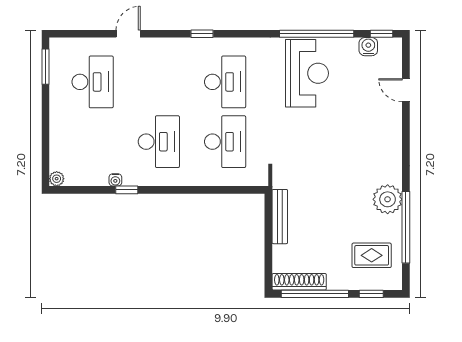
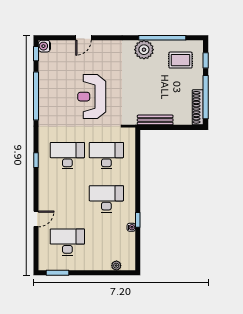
door: (128, 34) -> (36, 219), swing flipped
window: (202, 34) -> (36, 160), moved
water cooler: (368, 47) -> (44, 46), moved
reception desk: (307, 73) -> (92, 97), moved, turned -90
door: (406, 90) -> (83, 38), moved
plant: (57, 179) -> (116, 266), moved
rug: (372, 255) -> (180, 60), turned 90

